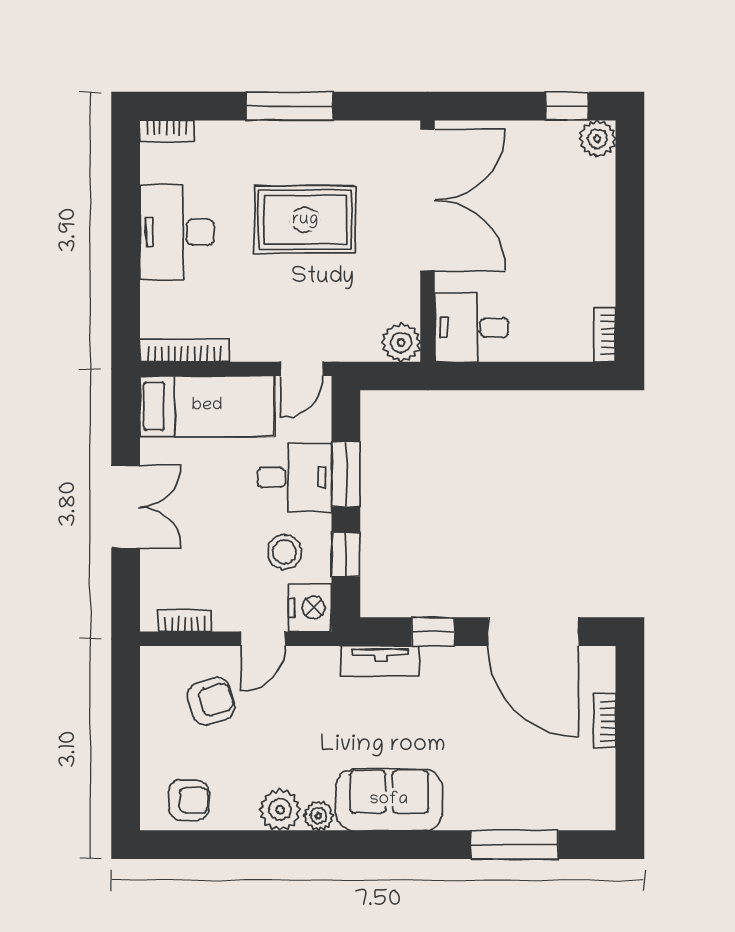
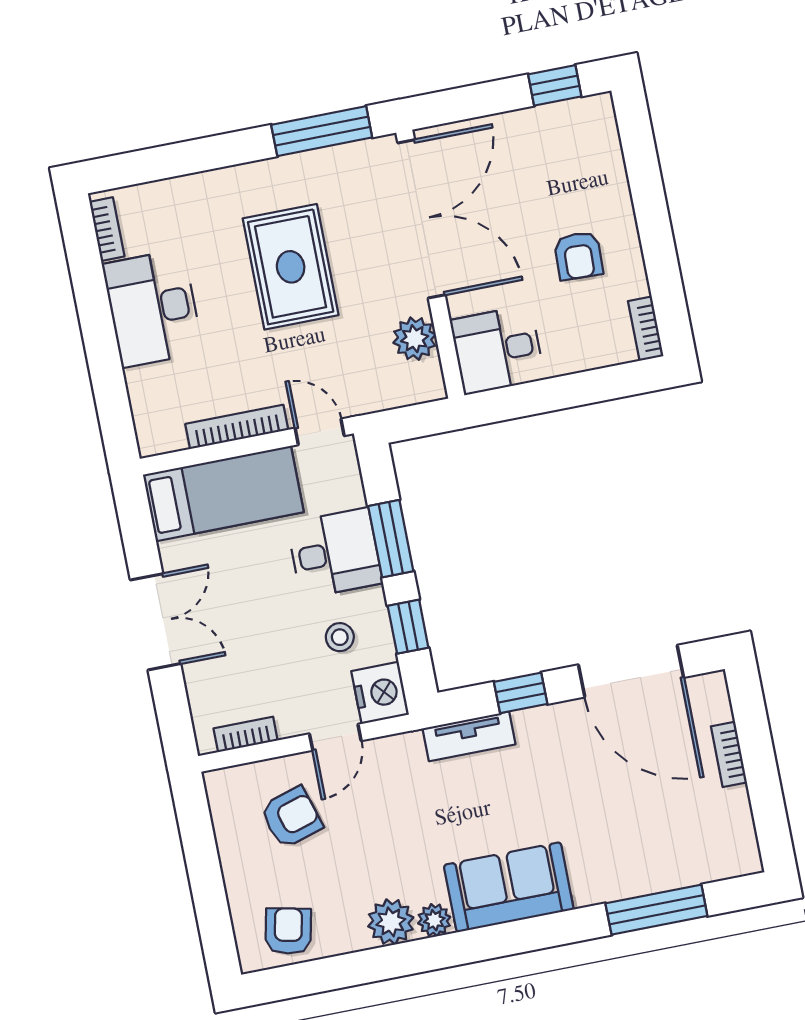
window: (290, 106) -> (322, 131), moved
bookcase: (167, 131) -> (107, 229), moved, turned -90
plant: (597, 139) -> (595, 115), removed
rug: (305, 220) -> (291, 267), turned 90
armchair: (559, 259) -> (578, 256), added
plant: (401, 342) -> (415, 339), moved
bookcase: (185, 350) -> (237, 427), moved
door: (302, 369) -> (320, 432), swing flipped
stool: (284, 552) -> (340, 637), width x0.73, depth x0.73
armchair: (189, 800) -> (288, 931), turned -78

